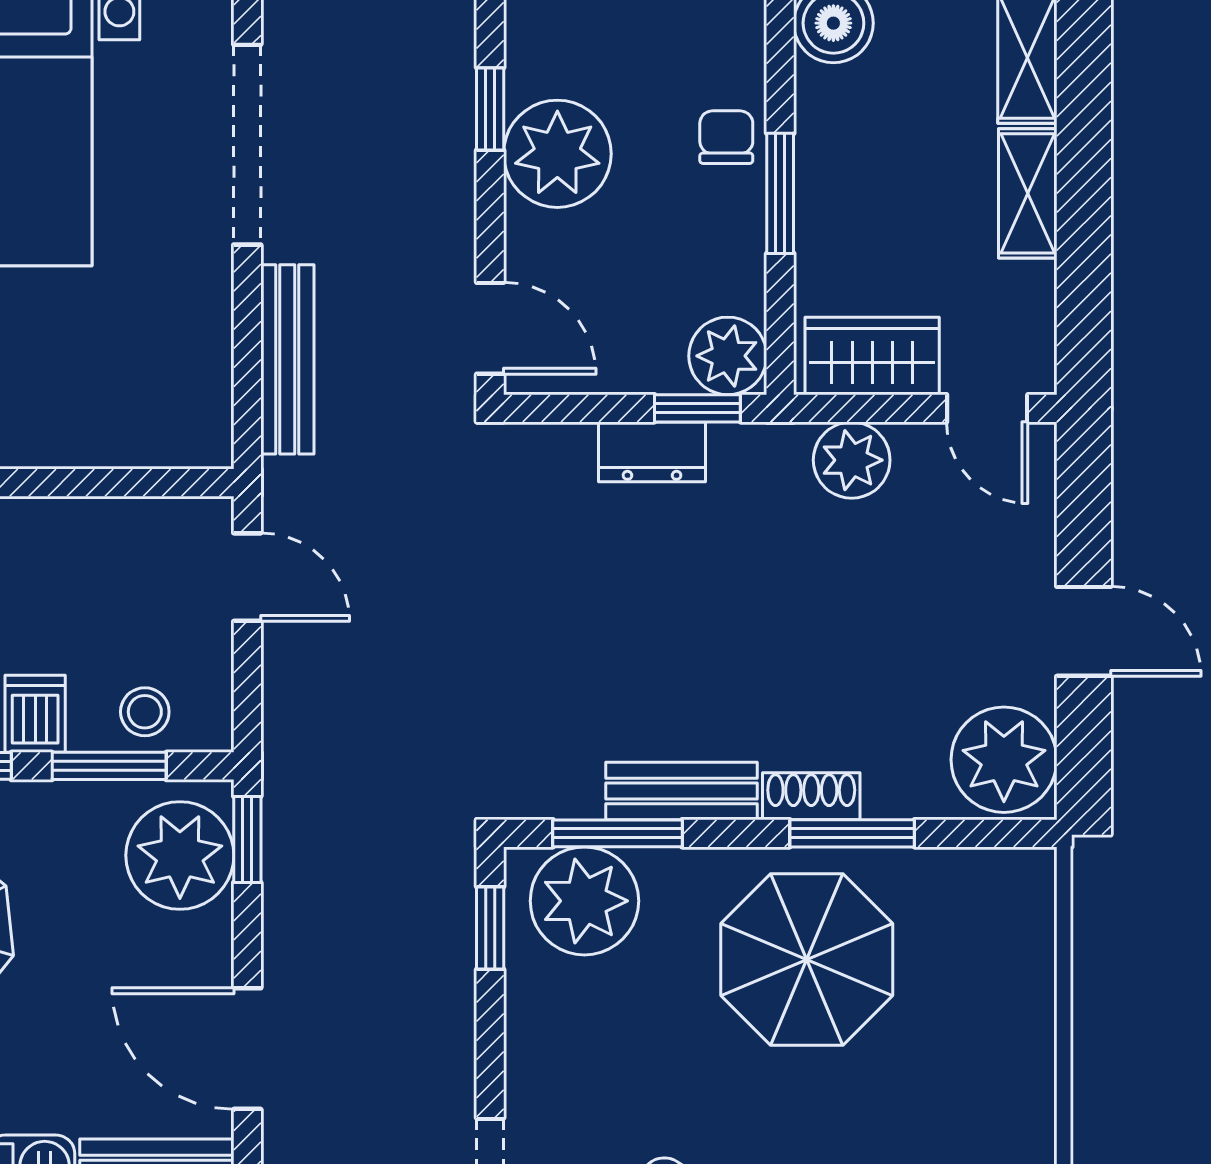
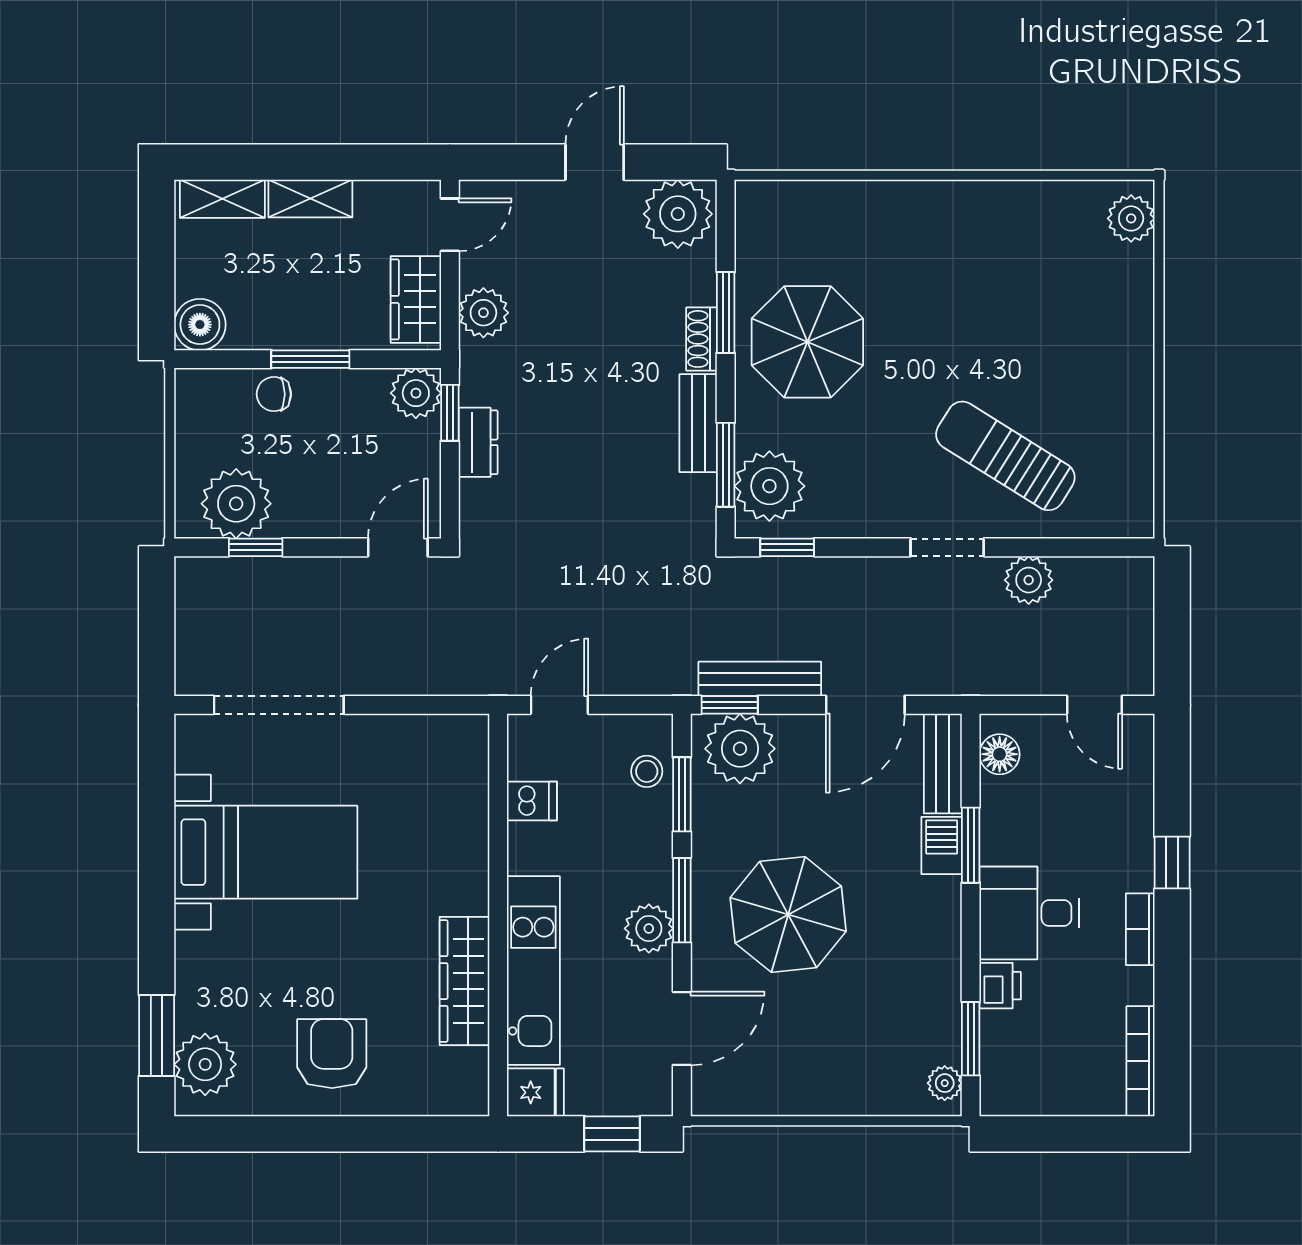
plant: (557, 154) -> (236, 504), moved
bench: (287, 359) -> (760, 679), moved
dishwasher: (35, 714) -> (532, 801), moved, turned 180

